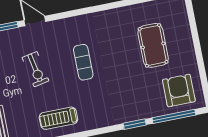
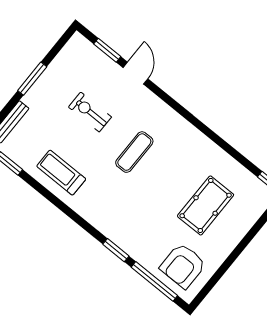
exercise bike: (36, 69) -> (90, 112), turned 101
armchair: (179, 91) -> (183, 266), turned 180

